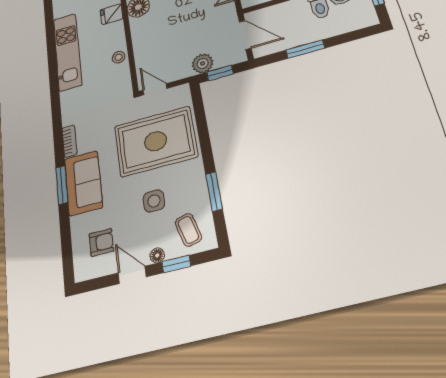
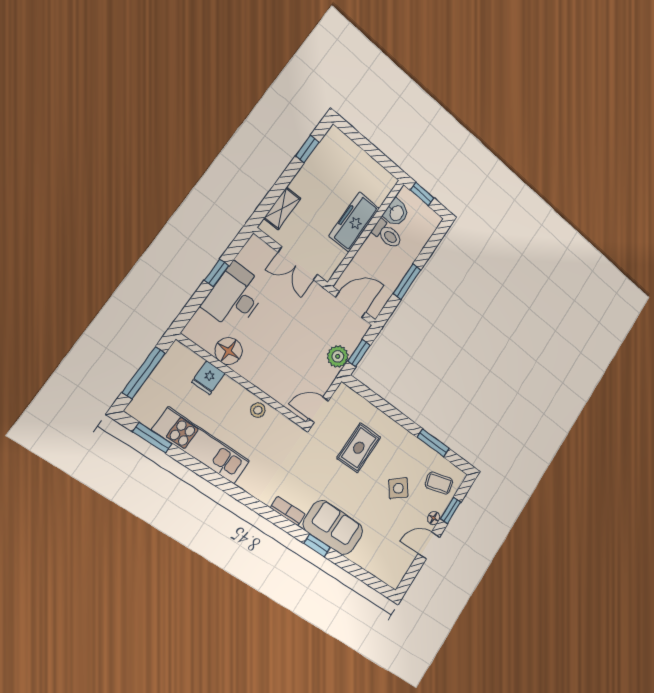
window: (50, 25) -> (152, 438), added
rug: (156, 141) -> (359, 448), width x0.54, depth x0.49
window: (62, 185) -> (317, 545), width x0.67
side table: (154, 201) -> (398, 488), turned -38
armchair: (101, 242) -> (388, 549), removed

